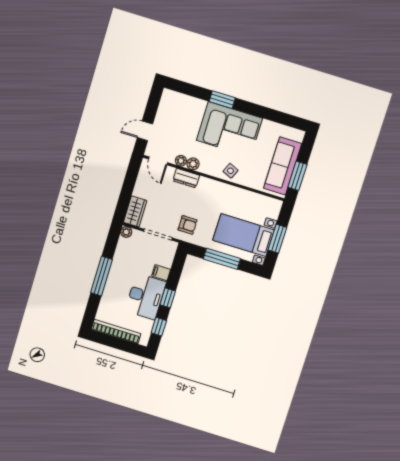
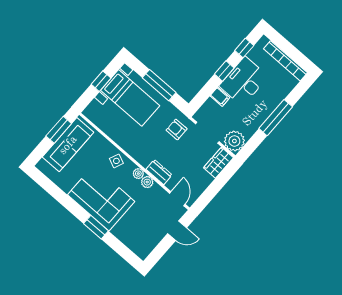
plant: (181, 161) -> (138, 174), moved
plant: (126, 232) -> (234, 141), width x1.87, depth x1.87
window: (277, 239) -> (101, 81), width x0.67

